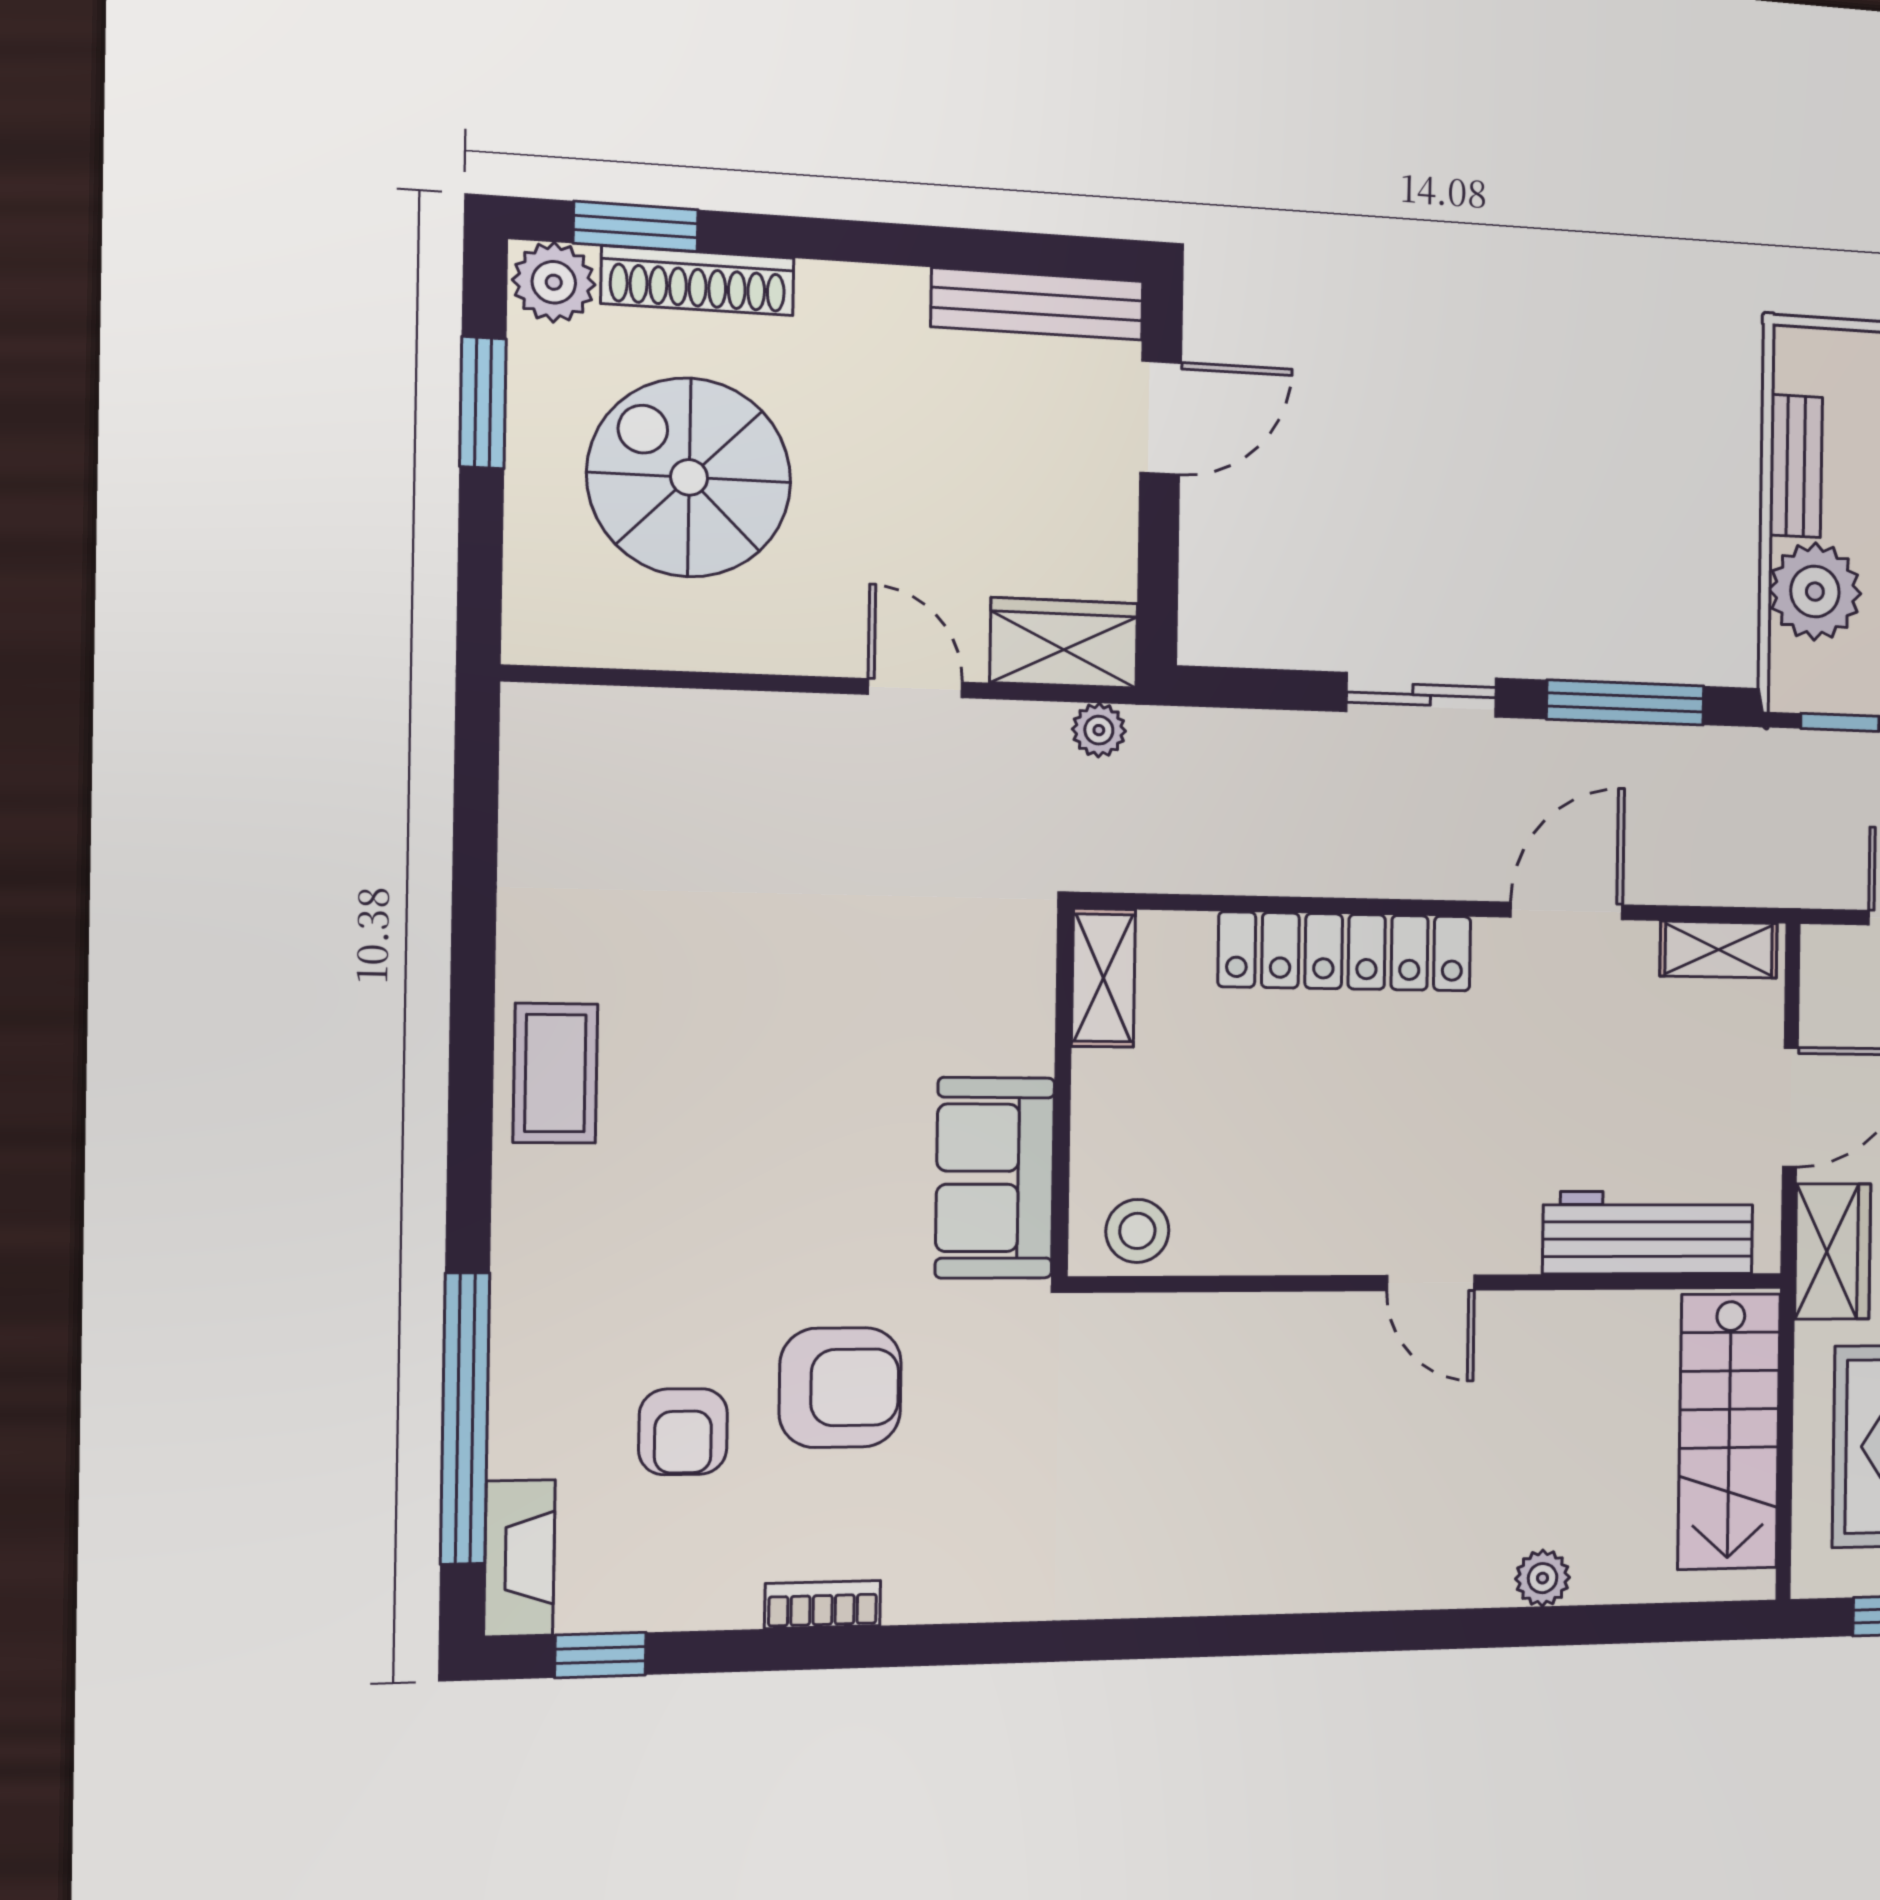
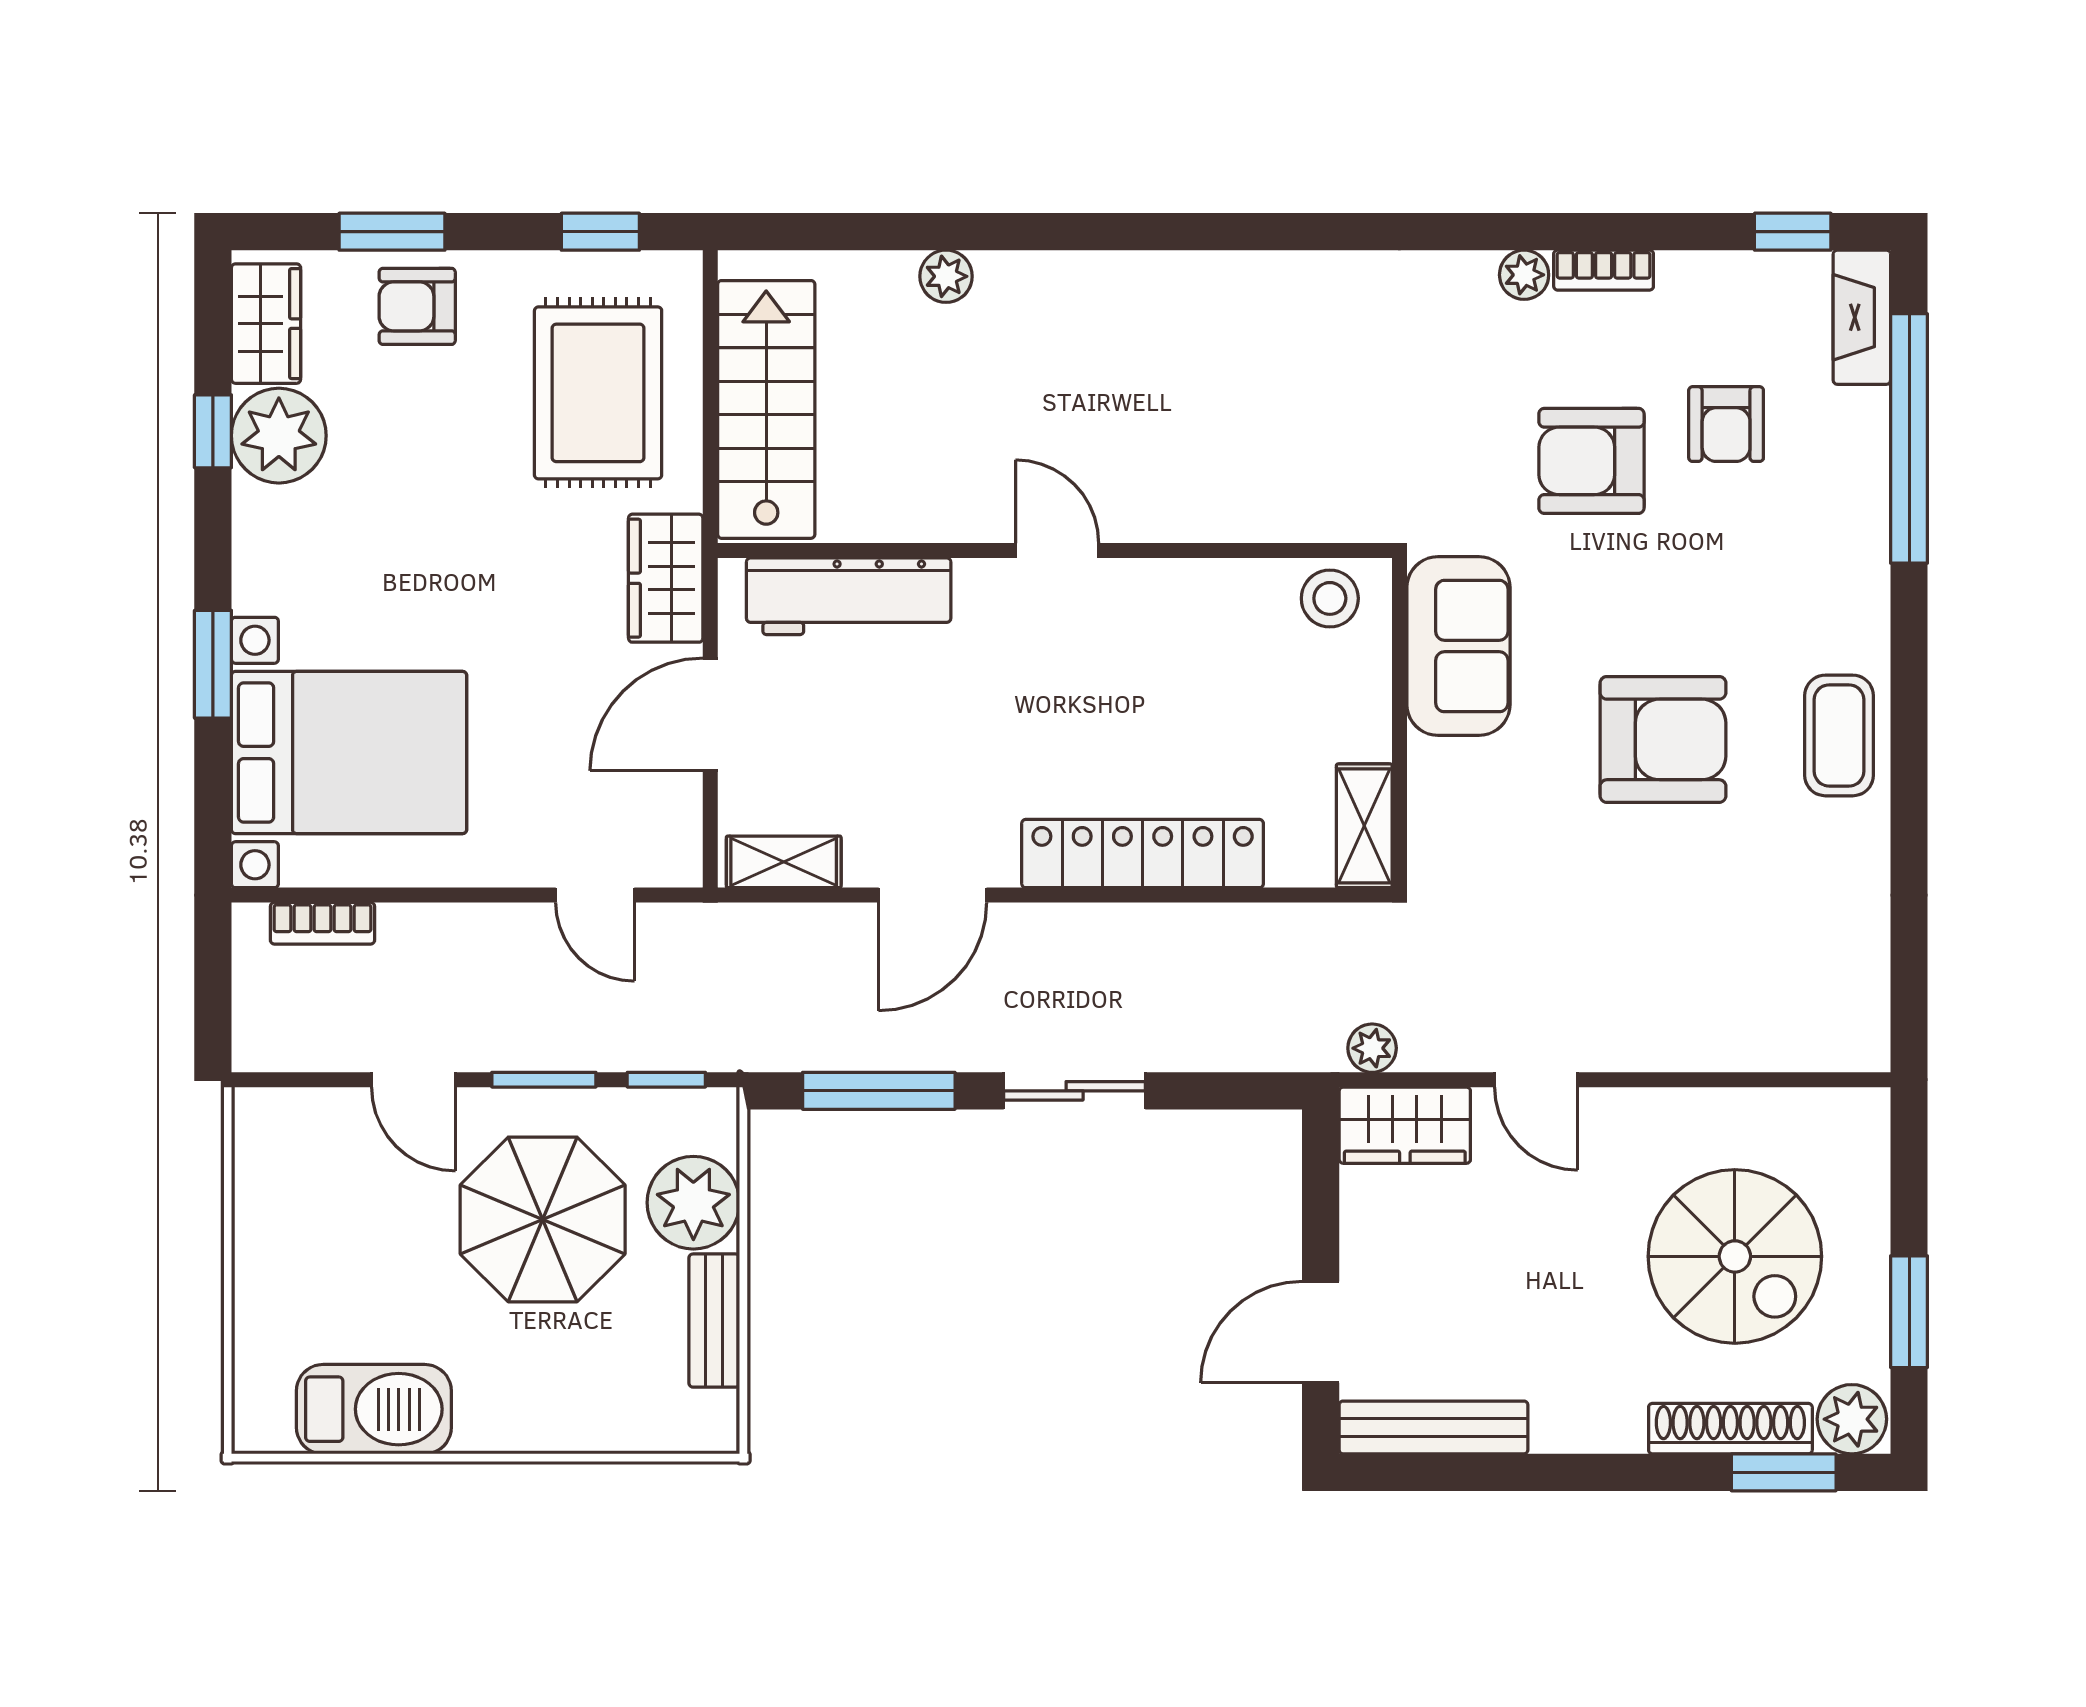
armchair: (763, 1071) -> (1663, 739), added
armchair: (683, 1432) -> (1726, 424), turned 180
plant: (914, 1597) -> (1524, 275), added

